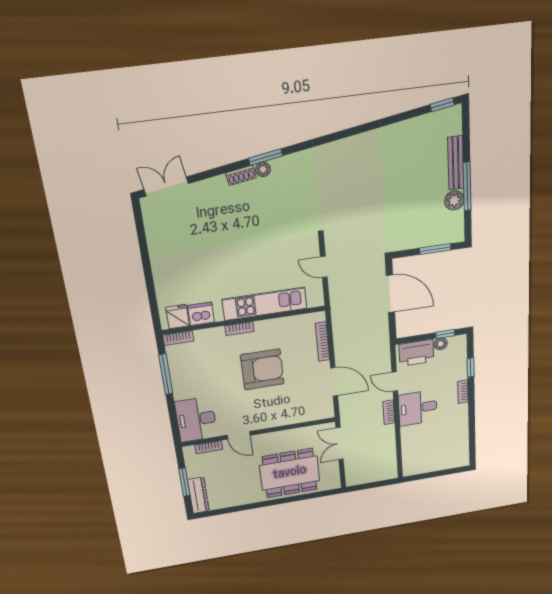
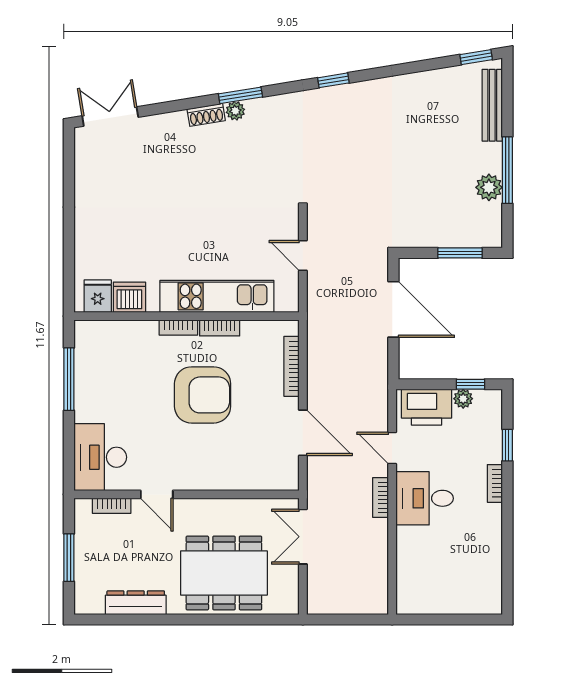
window: (336, 136) -> (333, 80), added
bench: (456, 163) -> (492, 105), moved
bookcase: (178, 338) -> (220, 328), moved
dresser: (198, 495) -> (136, 603), moved, turned -90

